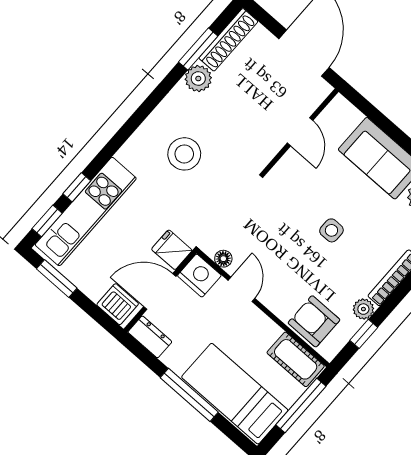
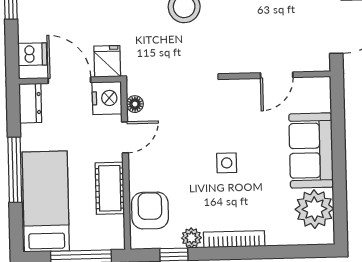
dishwasher: (118, 304) -> (32, 54), width x0.73
cot: (296, 359) -> (110, 188), moved

